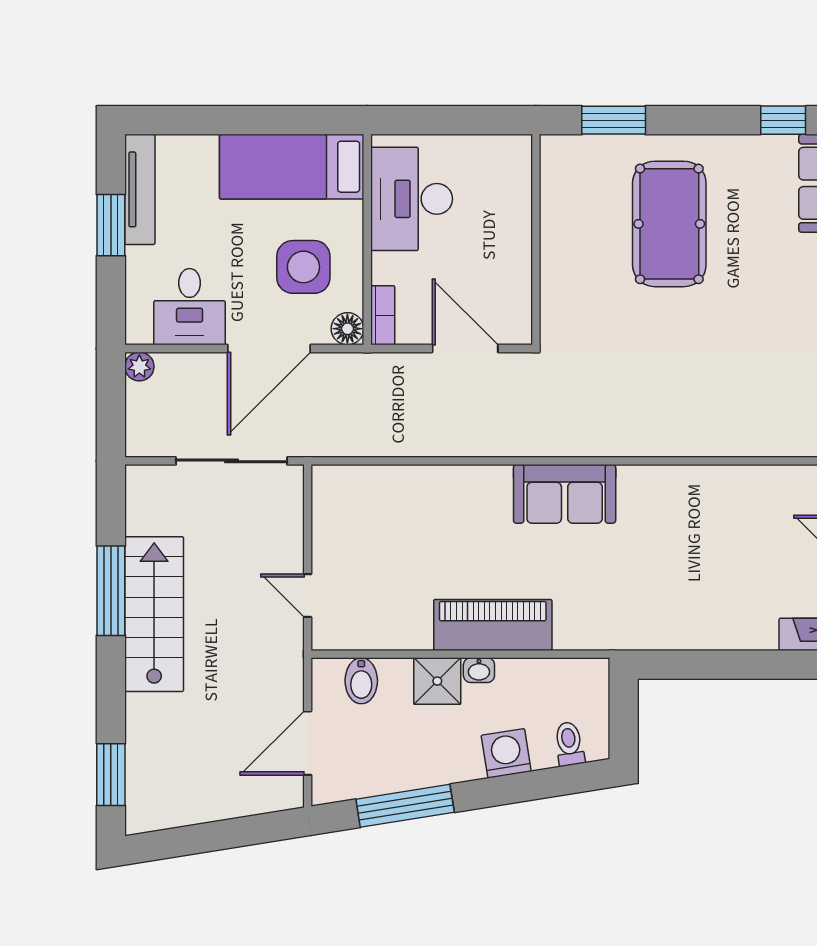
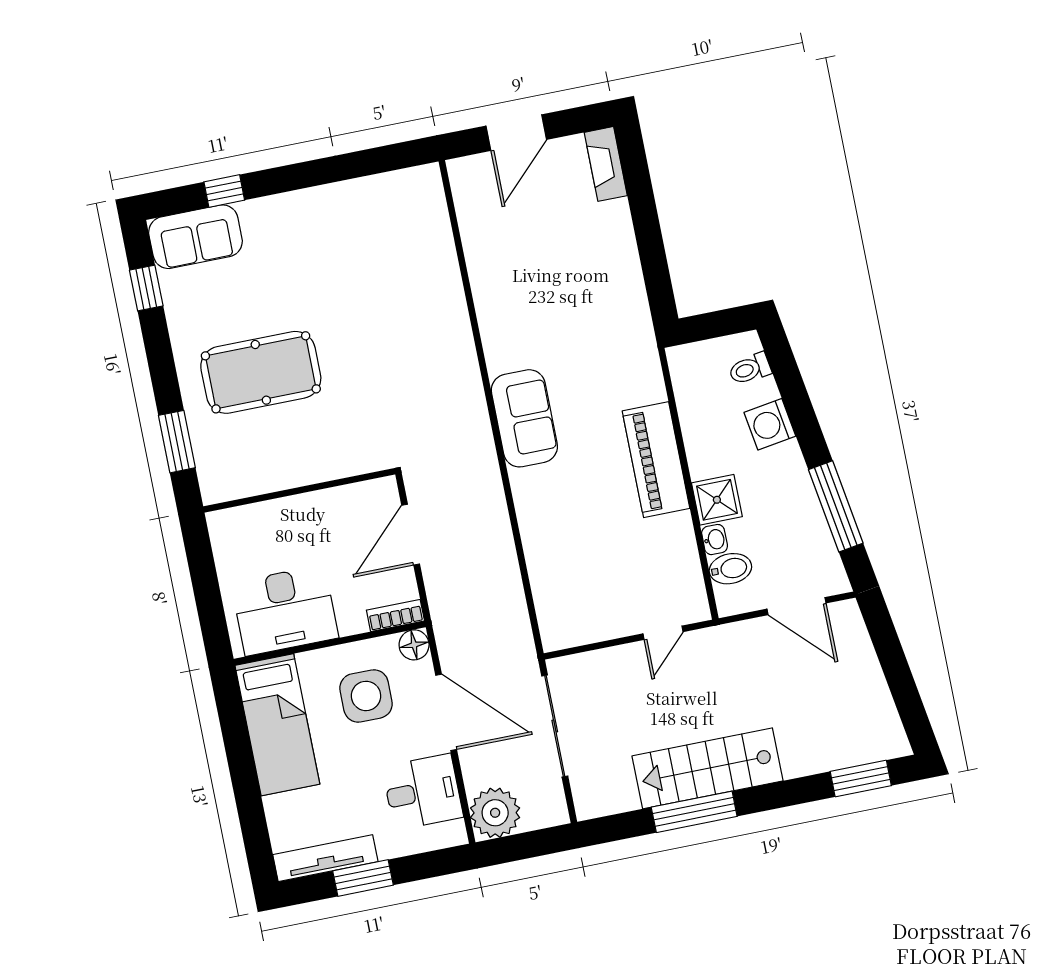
plant: (139, 367) -> (495, 813), width x1.88, depth x1.88
washbasin: (479, 670) -> (715, 540), moved

